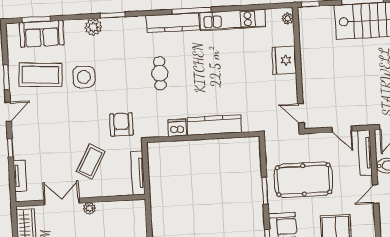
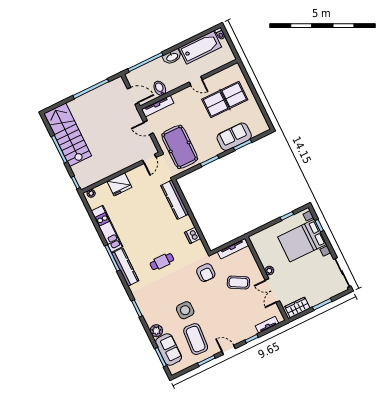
plant: (93, 27) -> (156, 331), moved
armchair: (121, 124) -> (206, 273), turned -90
kitchen counter: (214, 125) -> (175, 200), moved
door: (342, 129) -> (148, 128), swing flipped
pool table: (303, 180) -> (180, 147), moved
door: (376, 194) -> (196, 81), moved

